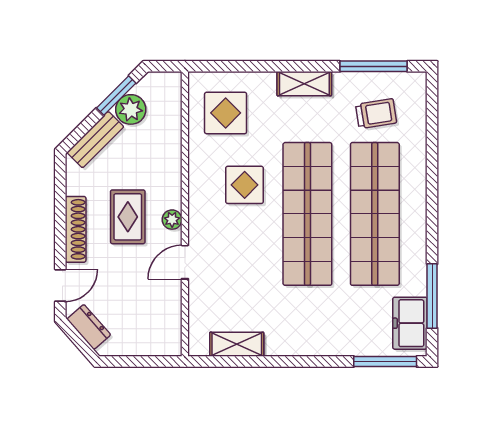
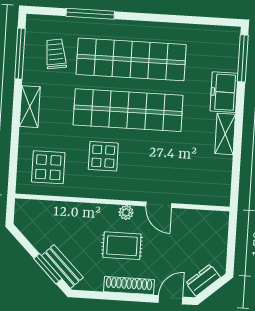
window: (116, 96) -> (48, 269), moved
plant: (131, 109) -> (41, 238), removed
door: (60, 285) -> (171, 300), hinge flipped
window: (432, 296) -> (90, 14), moved
freezer: (410, 323) -> (224, 92), moved, turned 90
shelving: (237, 344) -> (225, 134), moved

